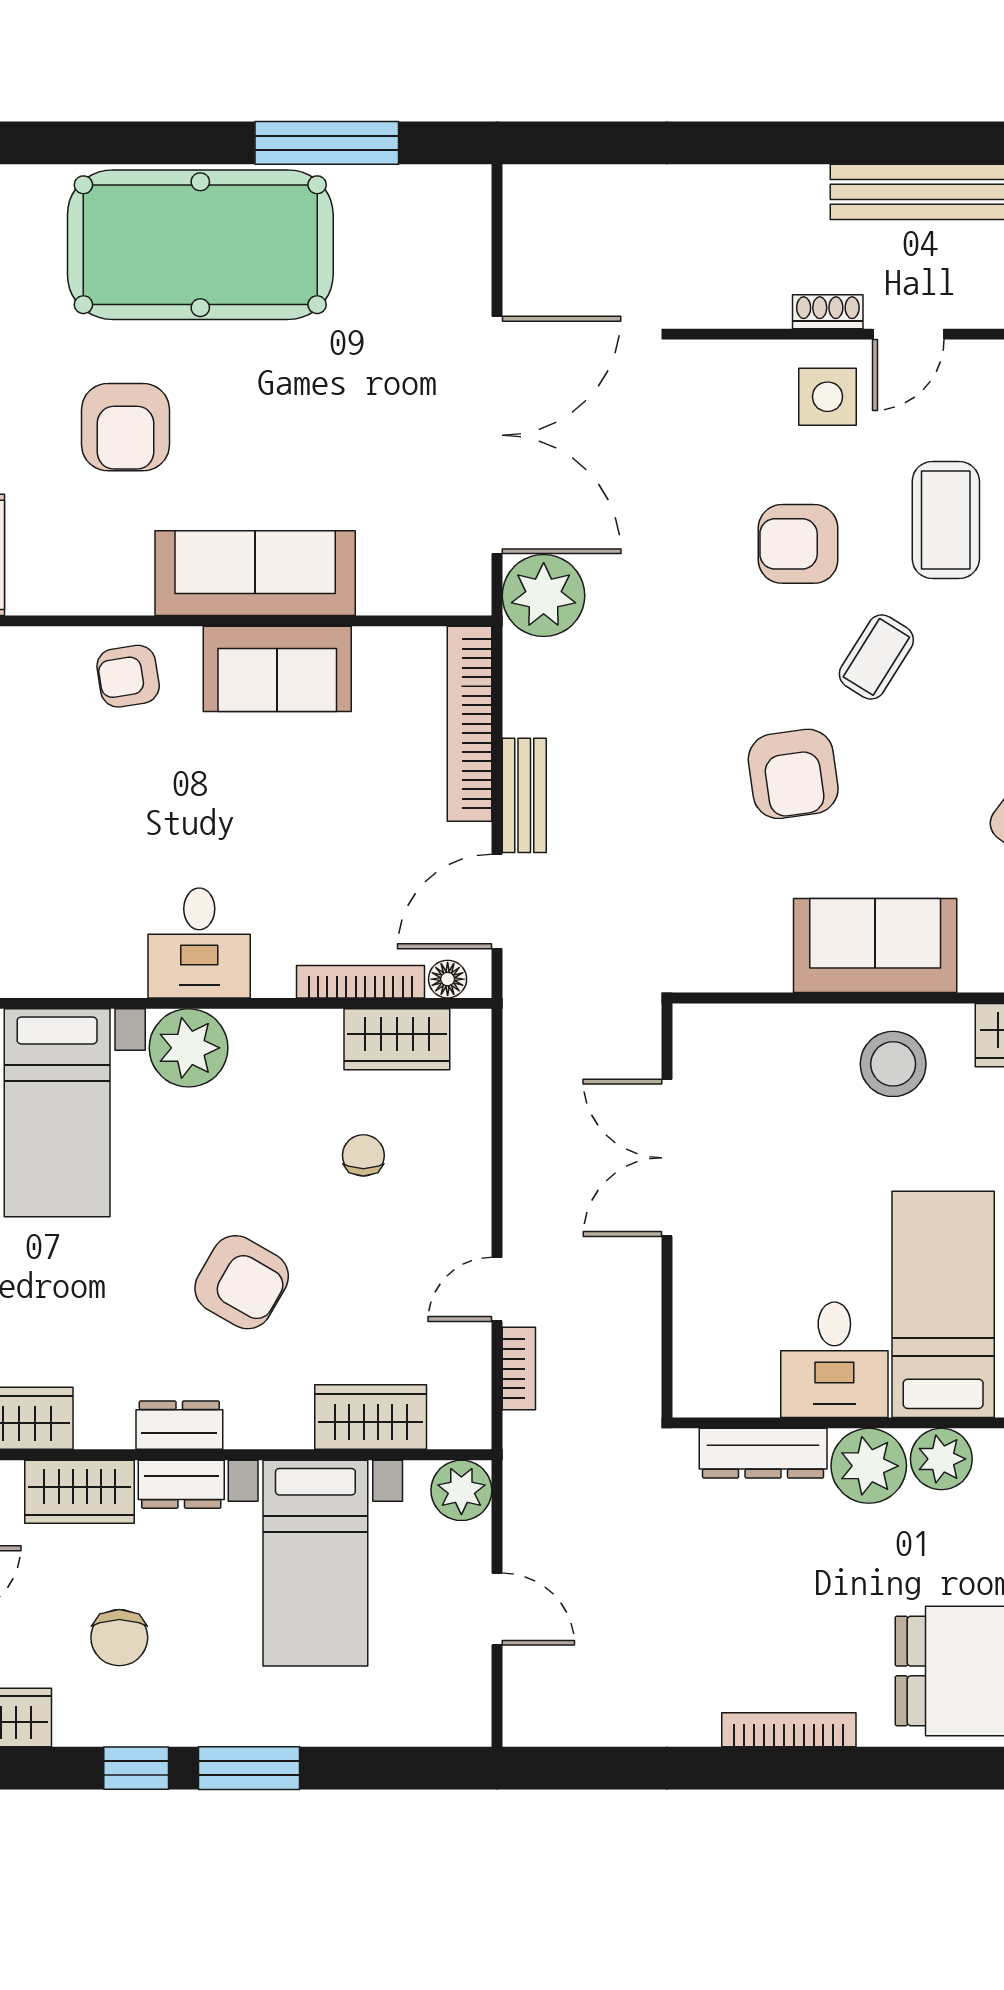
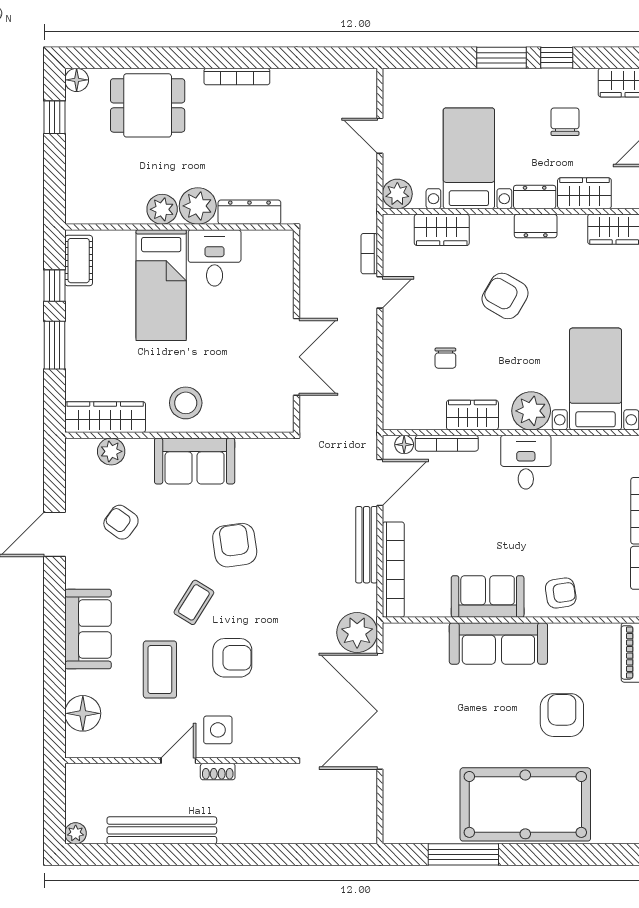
bench: (524, 795) -> (367, 545), width x1.36
wardrobe: (397, 1039) -> (472, 415), moved

